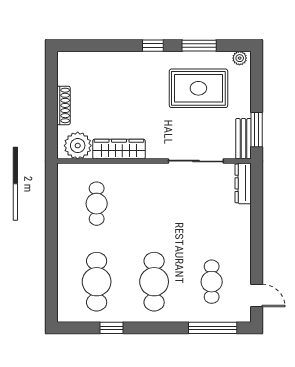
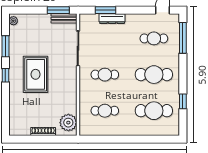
rug: (198, 88) -> (36, 74), moved
wardrobe: (119, 149) -> (71, 97), removed
dresser: (243, 183) -> (112, 19), moved
cafe table: (154, 204) -> (105, 75), added
window: (257, 205) -> (105, 10), added

